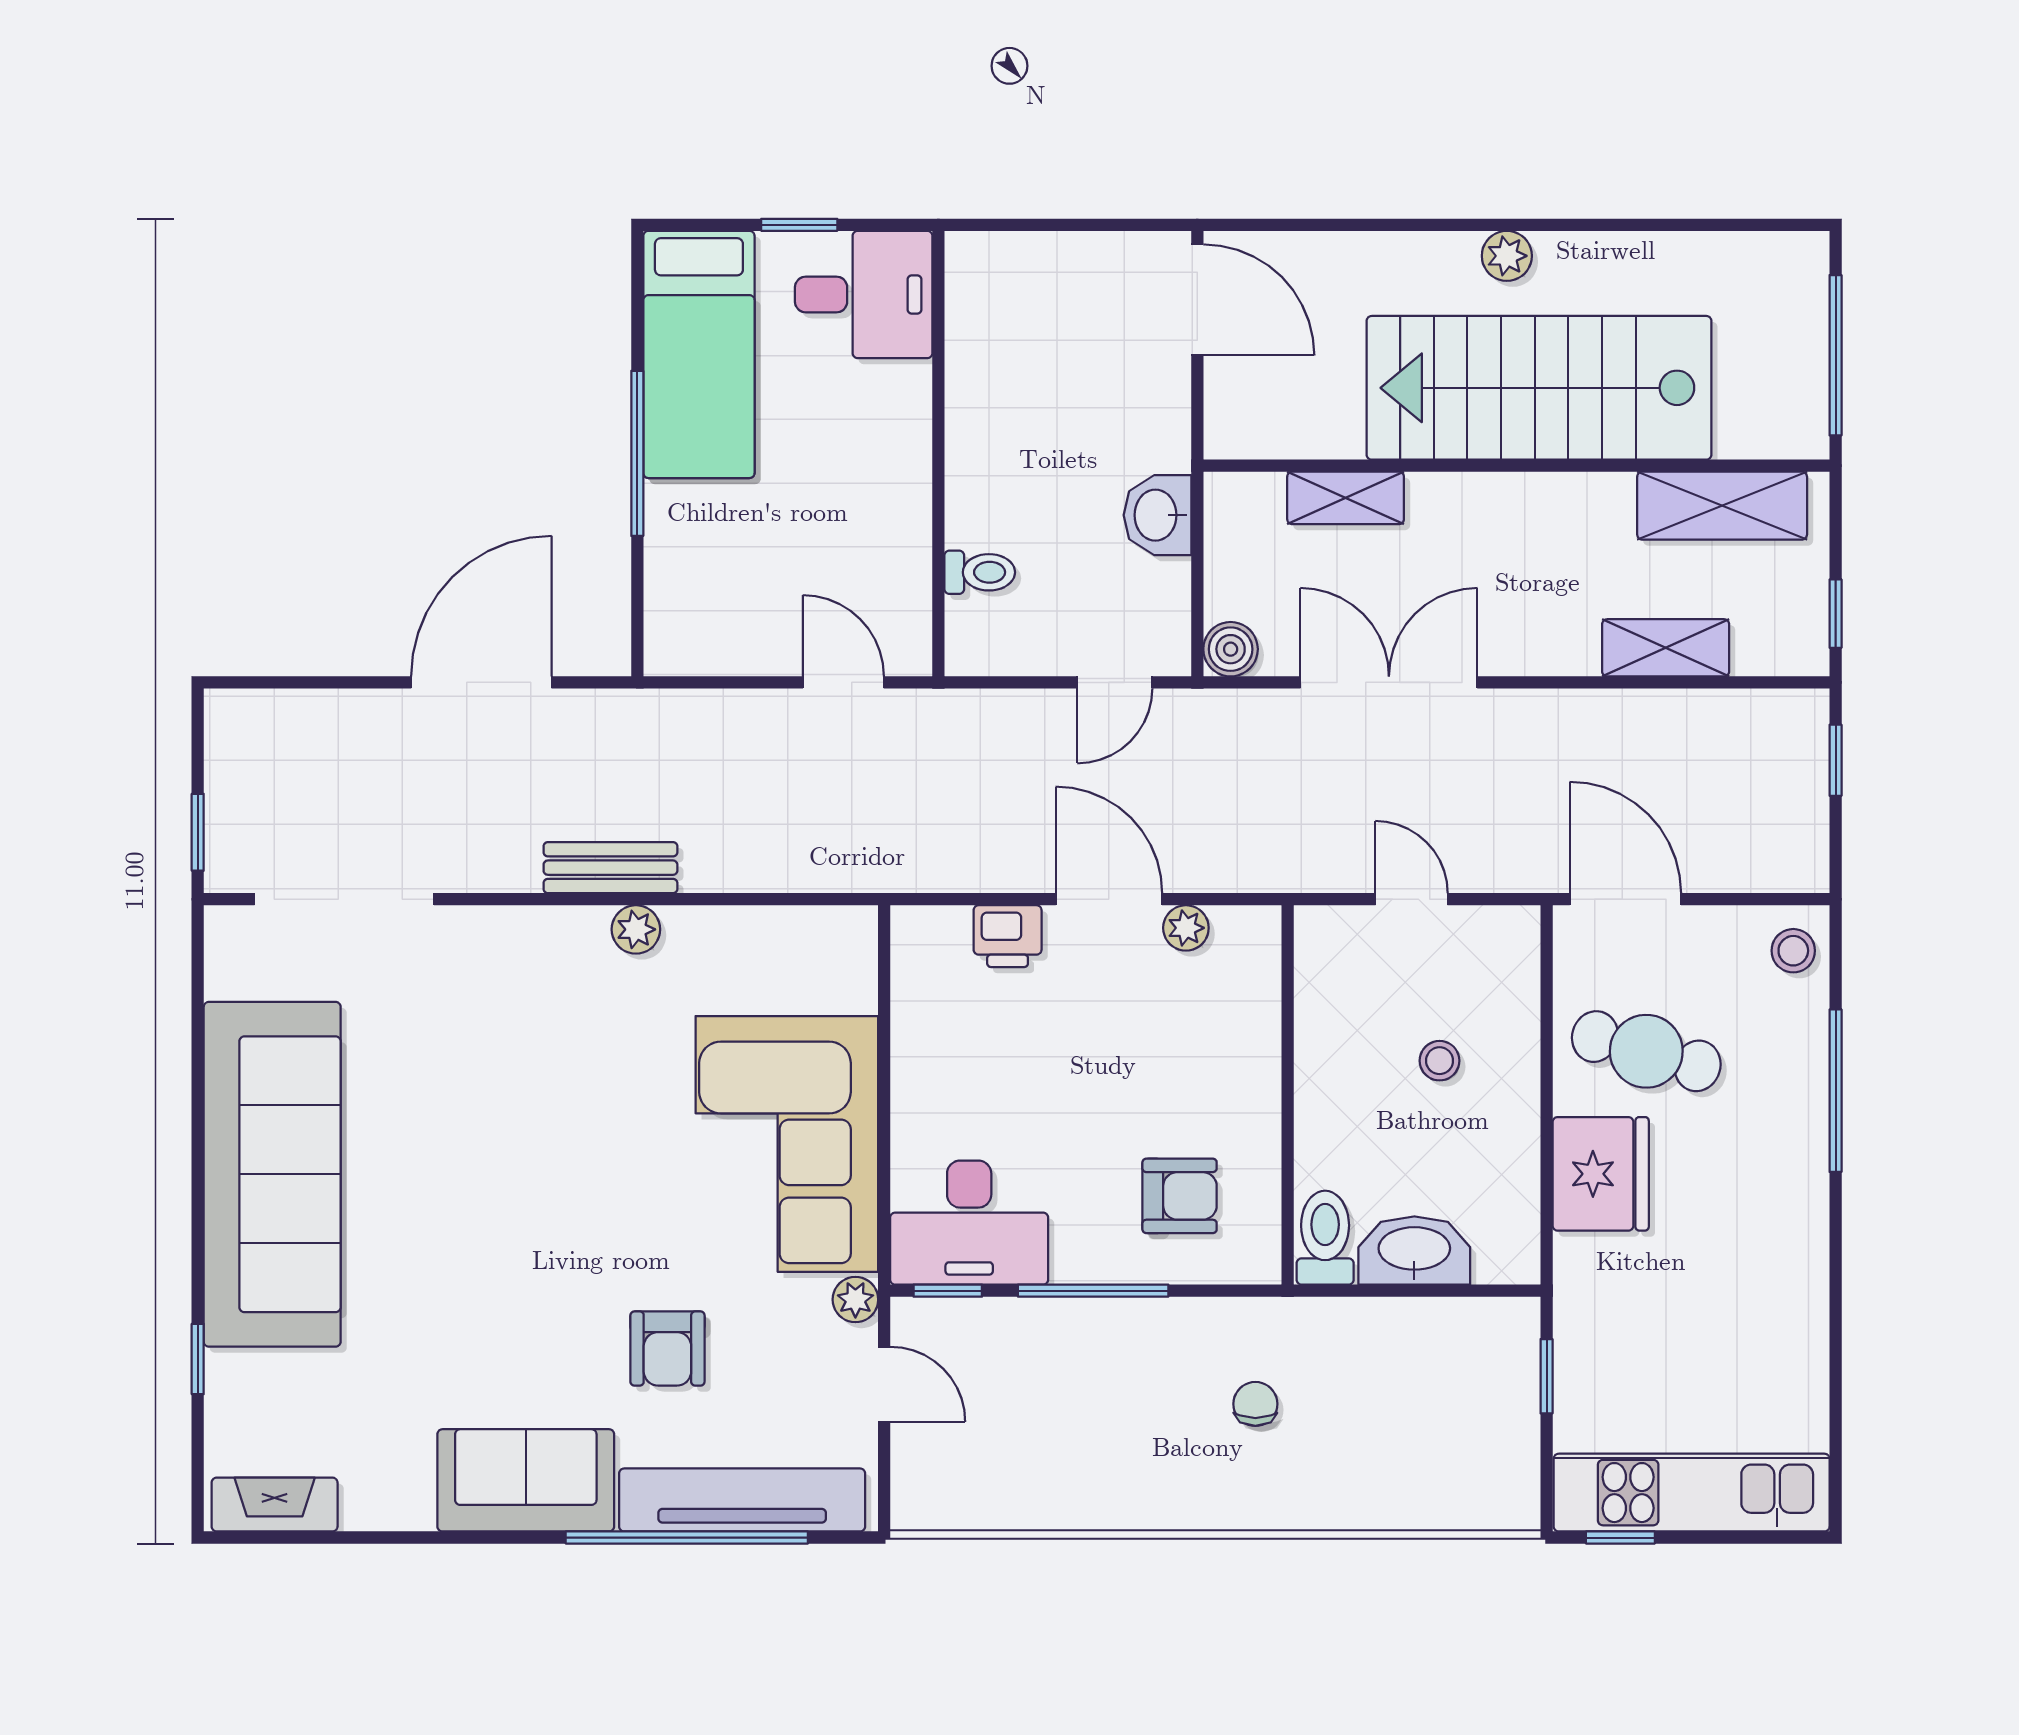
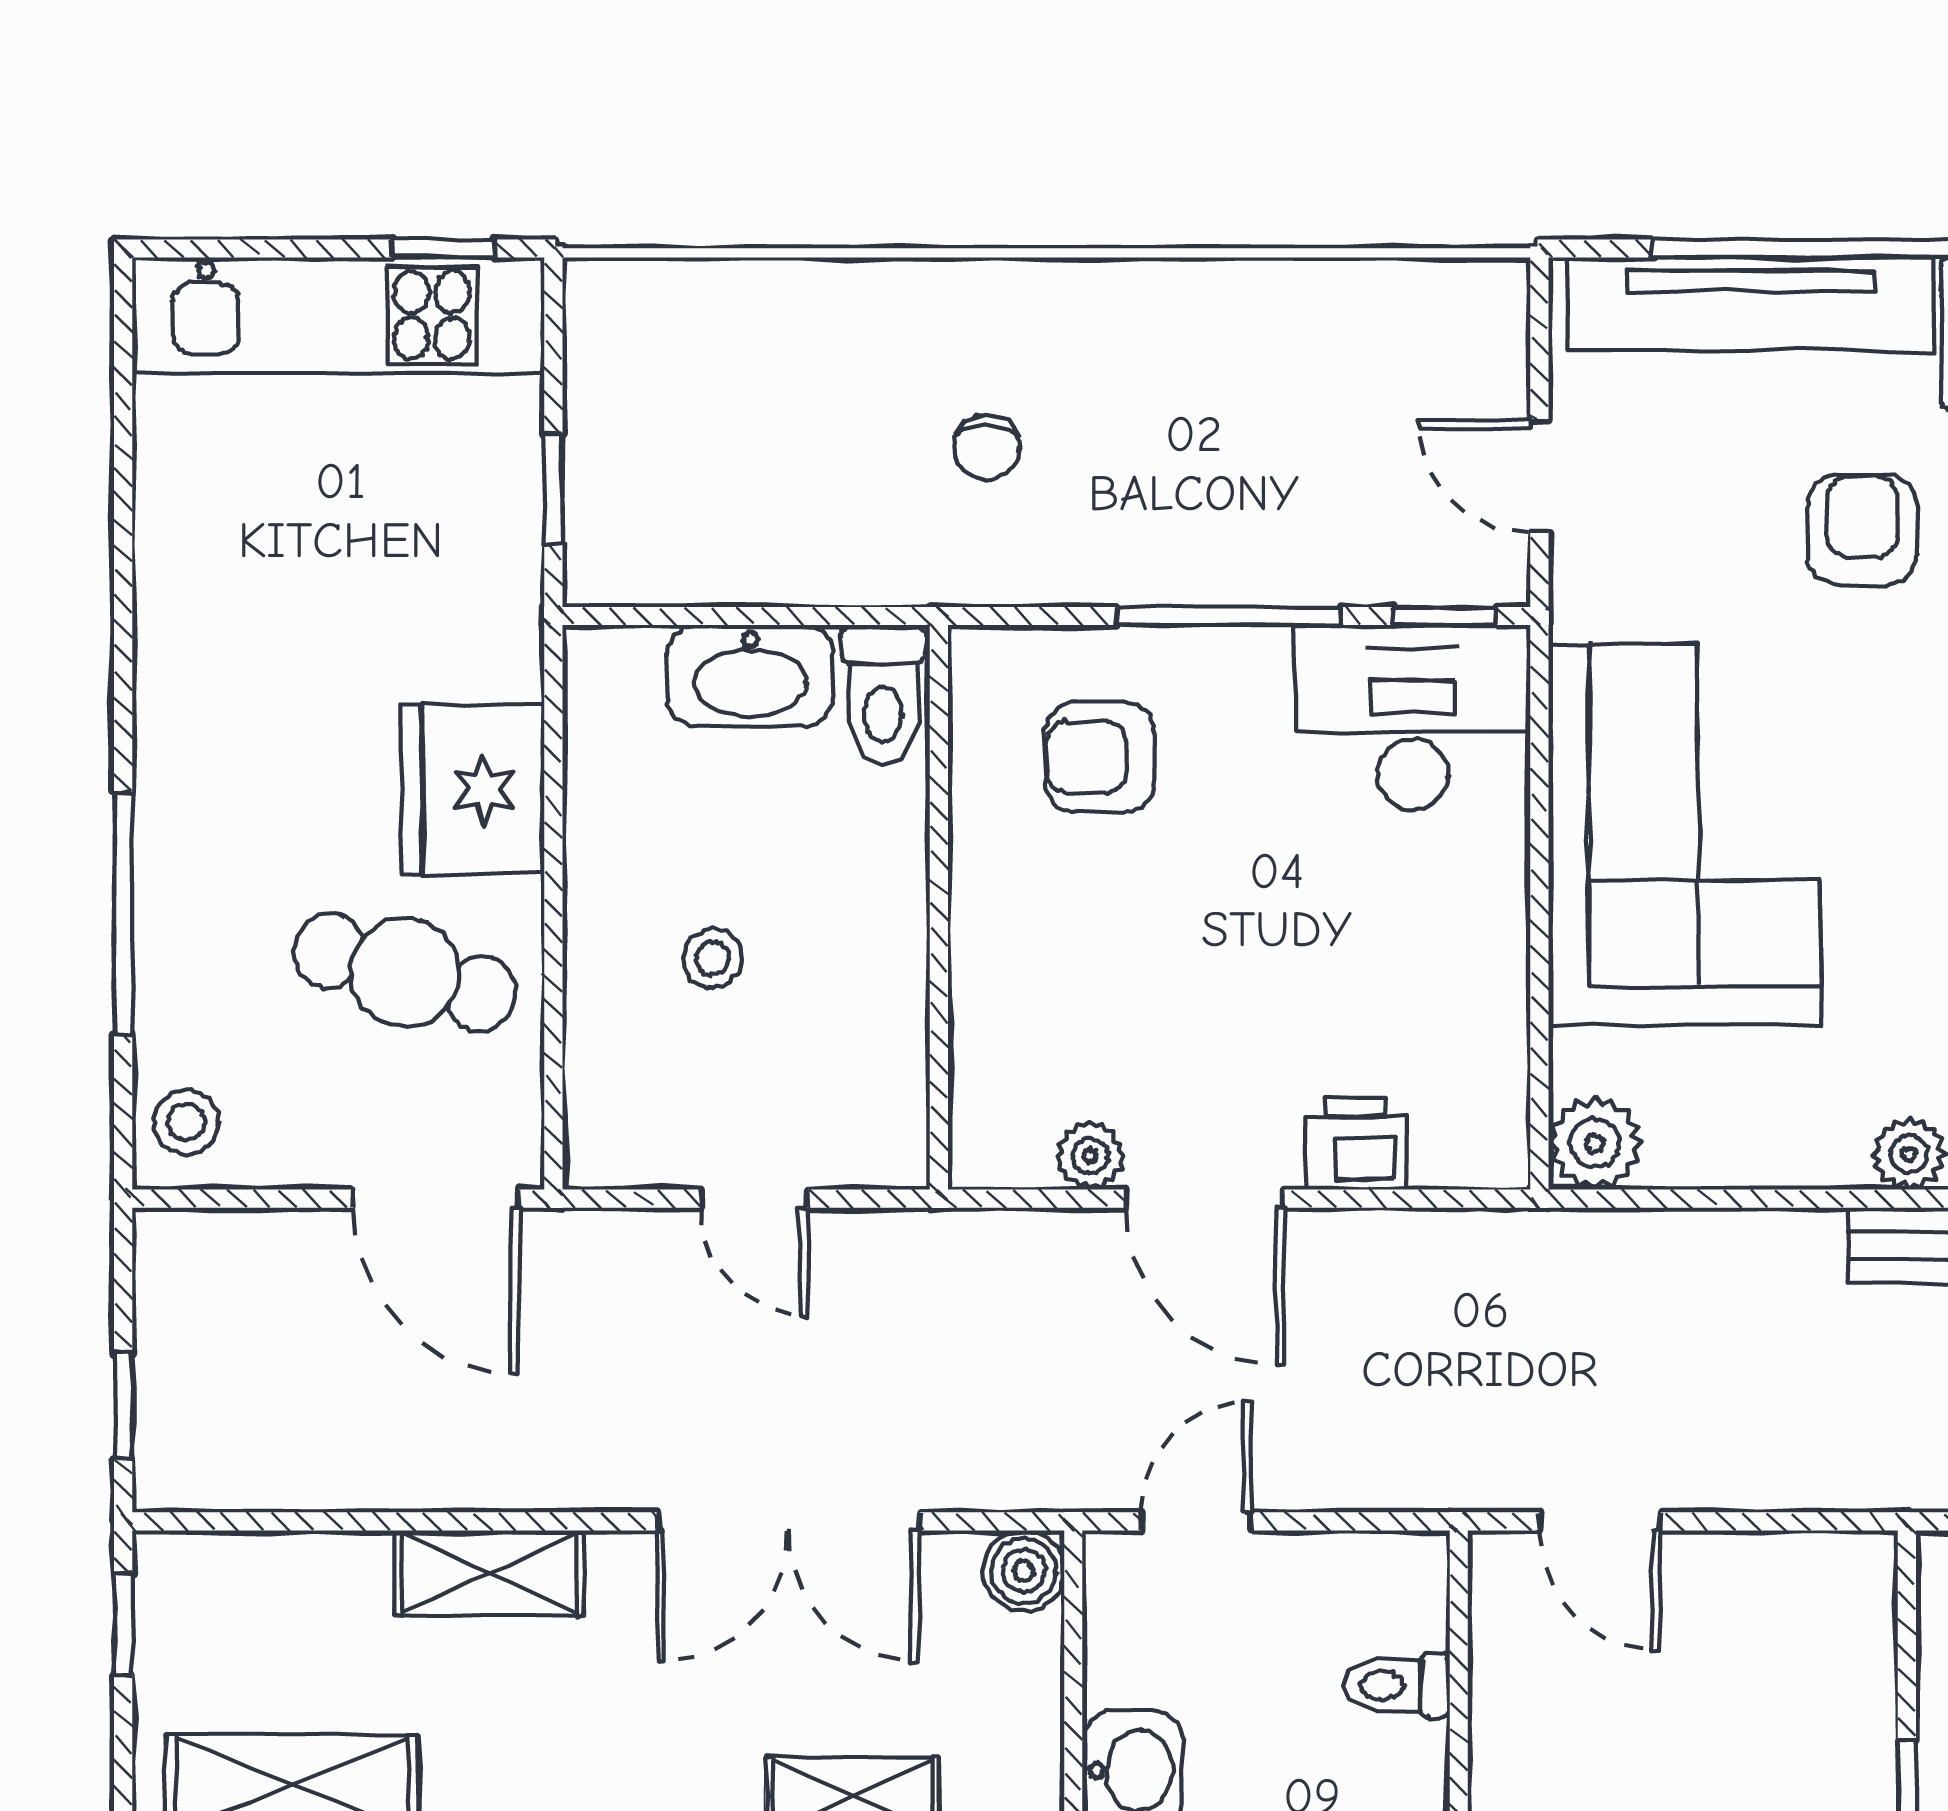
shelving: (1666, 648) -> (490, 1573), moved
plant: (855, 1300) -> (1595, 1143), moved, width x1.38, depth x1.38

